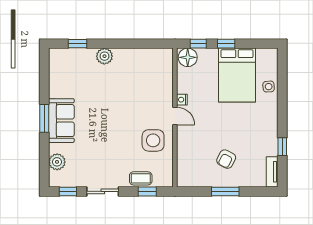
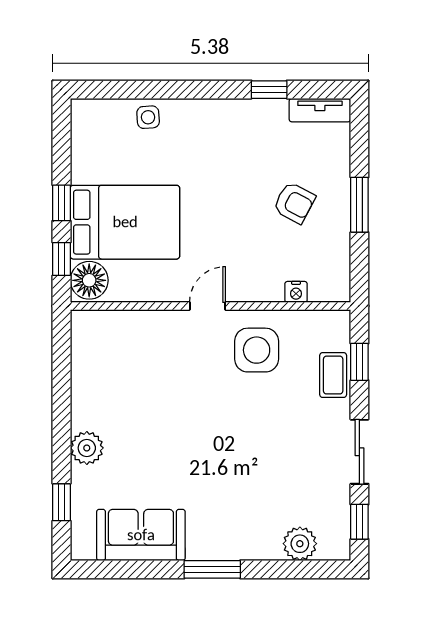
bed: (237, 75) -> (125, 222), moved
nightstand: (182, 100) -> (296, 292), moved
sofa: (61, 121) -> (141, 535), moved

